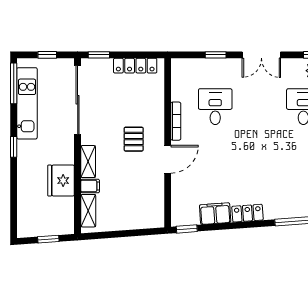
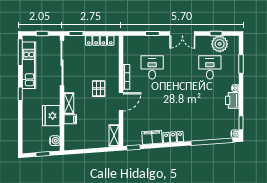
shelving: (88, 211) -> (114, 135), moved
water cooler: (67, 219) -> (55, 141), added

